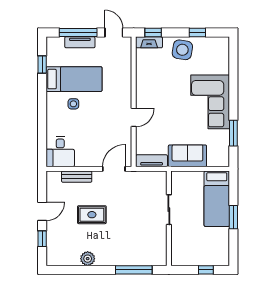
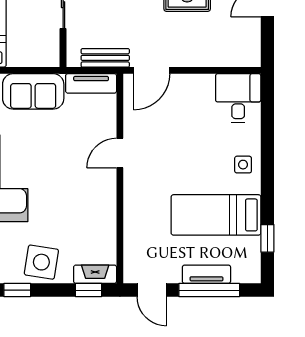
side table: (73, 104) -> (243, 165), moved
bench: (77, 177) -> (105, 58), moved

